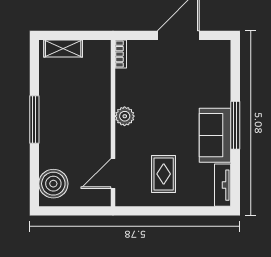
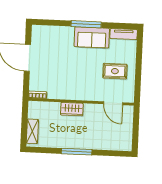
wardrobe: (101, 109) -> (72, 109), added
plant: (125, 116) -> (77, 94), removed
boiler: (53, 184) -> (118, 141), removed

